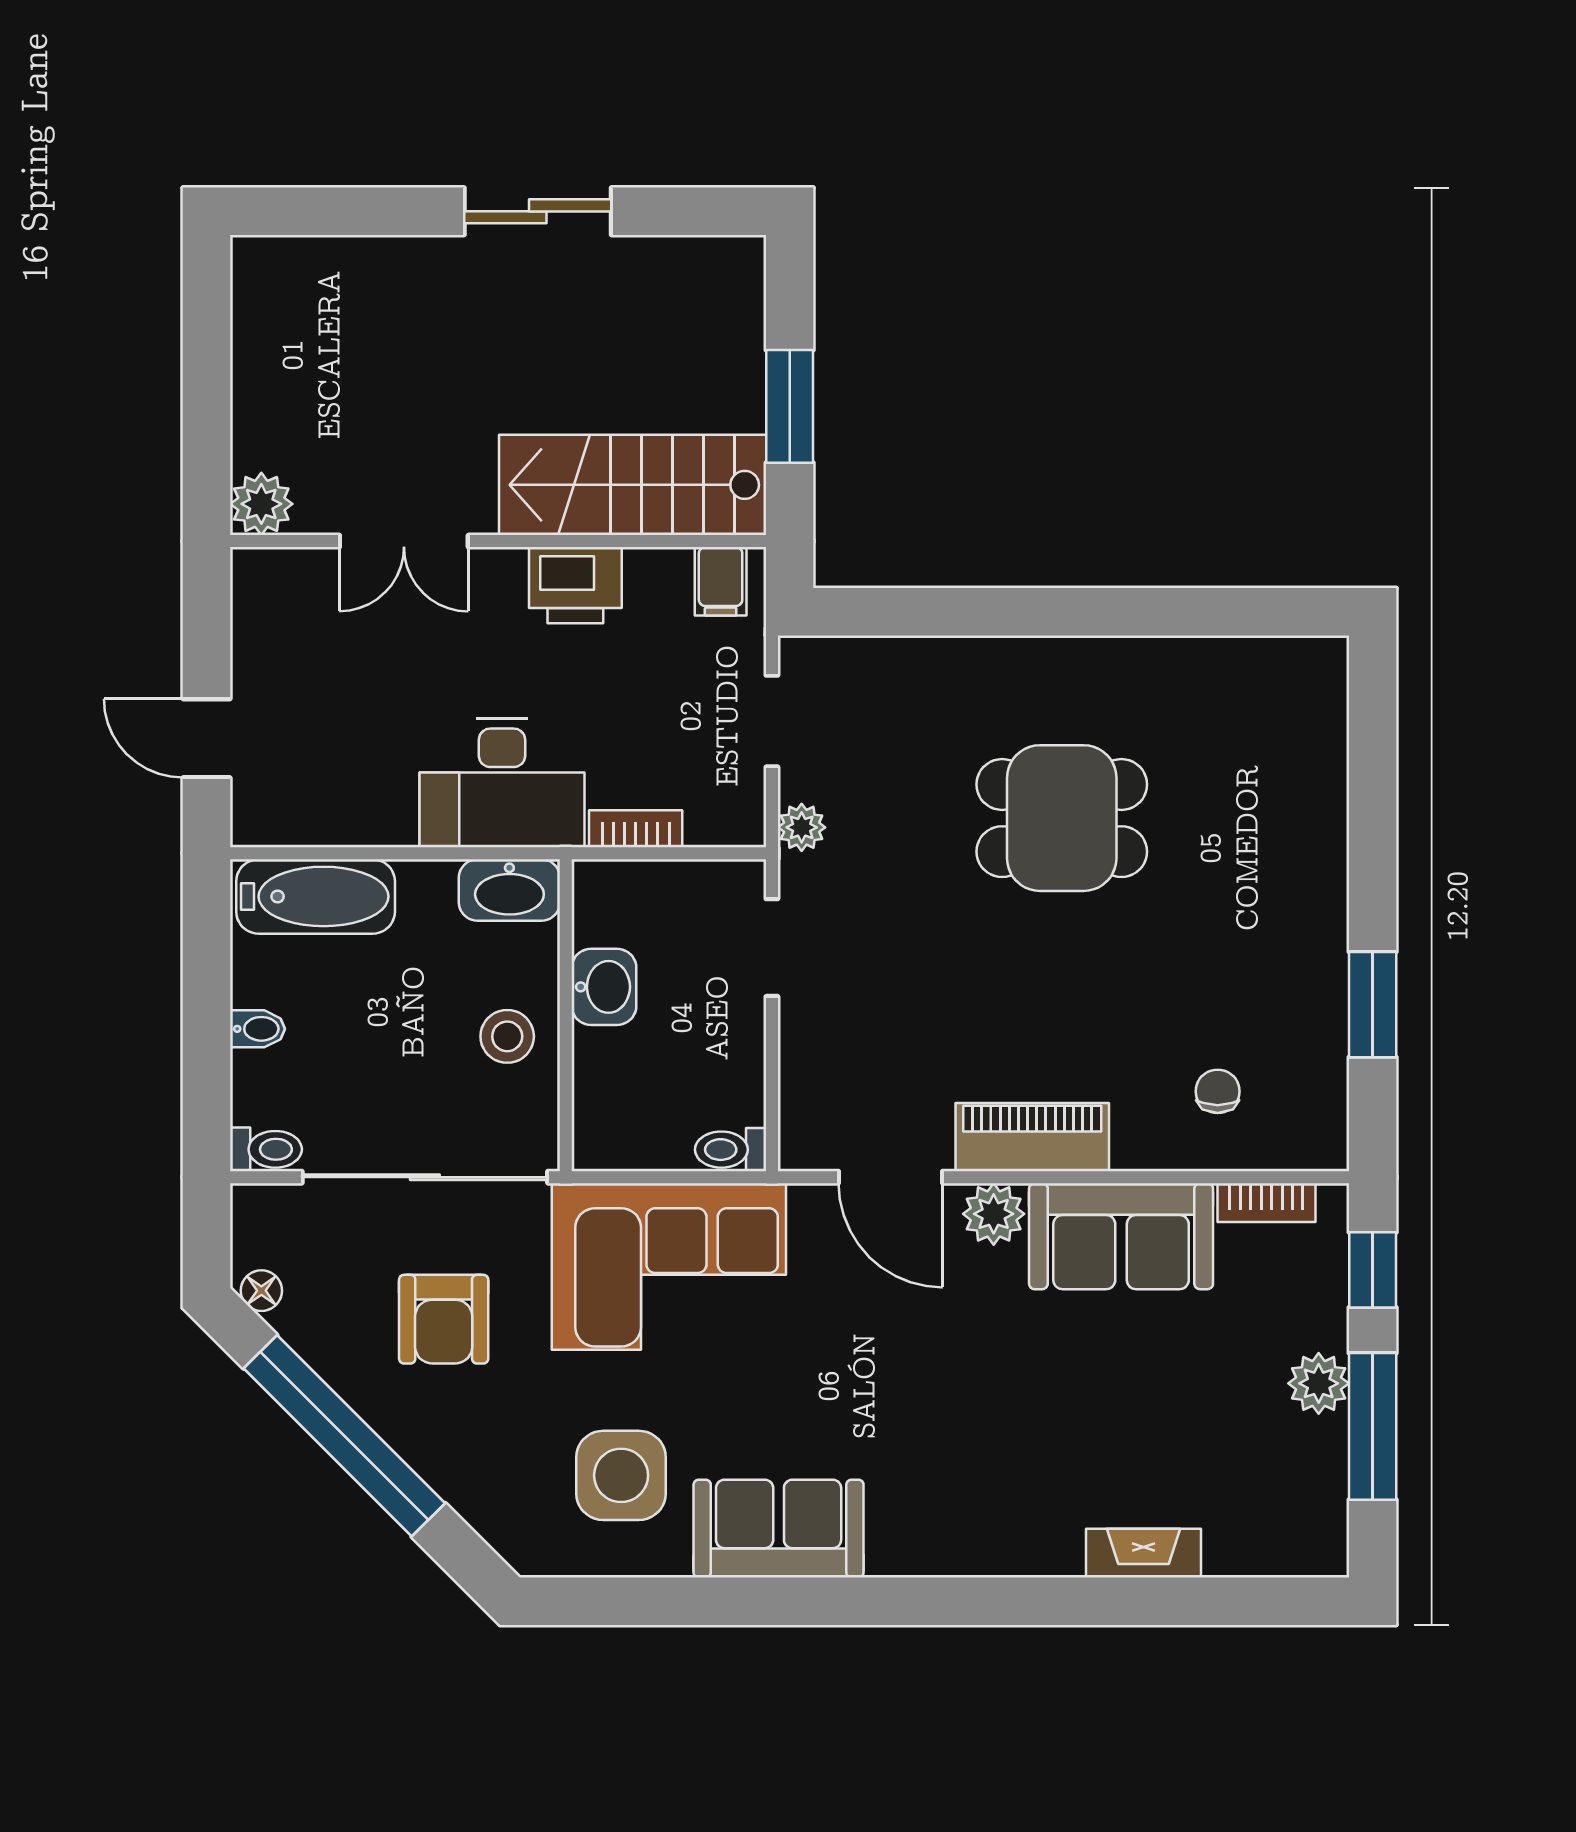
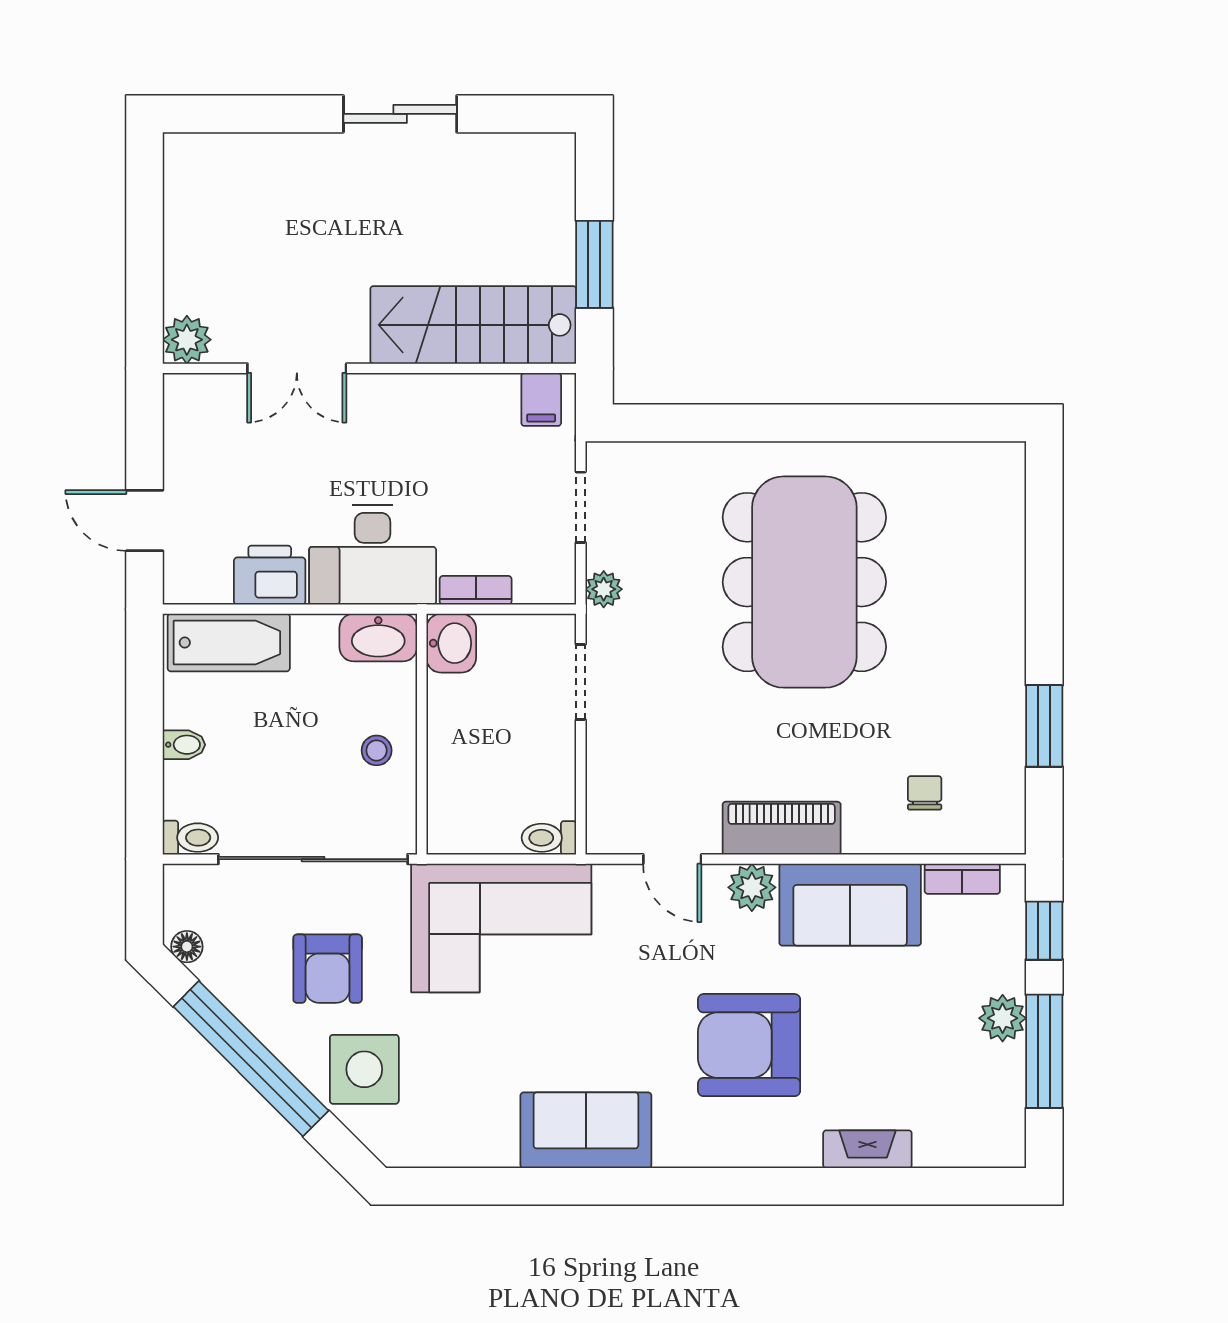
printer: (575, 585) -> (270, 575), moved, turned 180
dining table: (1062, 818) -> (804, 582), width x1.87, depth x1.24
washbasin: (604, 987) -> (451, 643), moved
stool: (507, 1036) -> (377, 750), width x0.73, depth x0.73
door: (890, 1177) -> (672, 859), width x0.73
armchair: (990, 1418) -> (749, 1045), added
side table: (621, 1475) -> (364, 1069), moved

